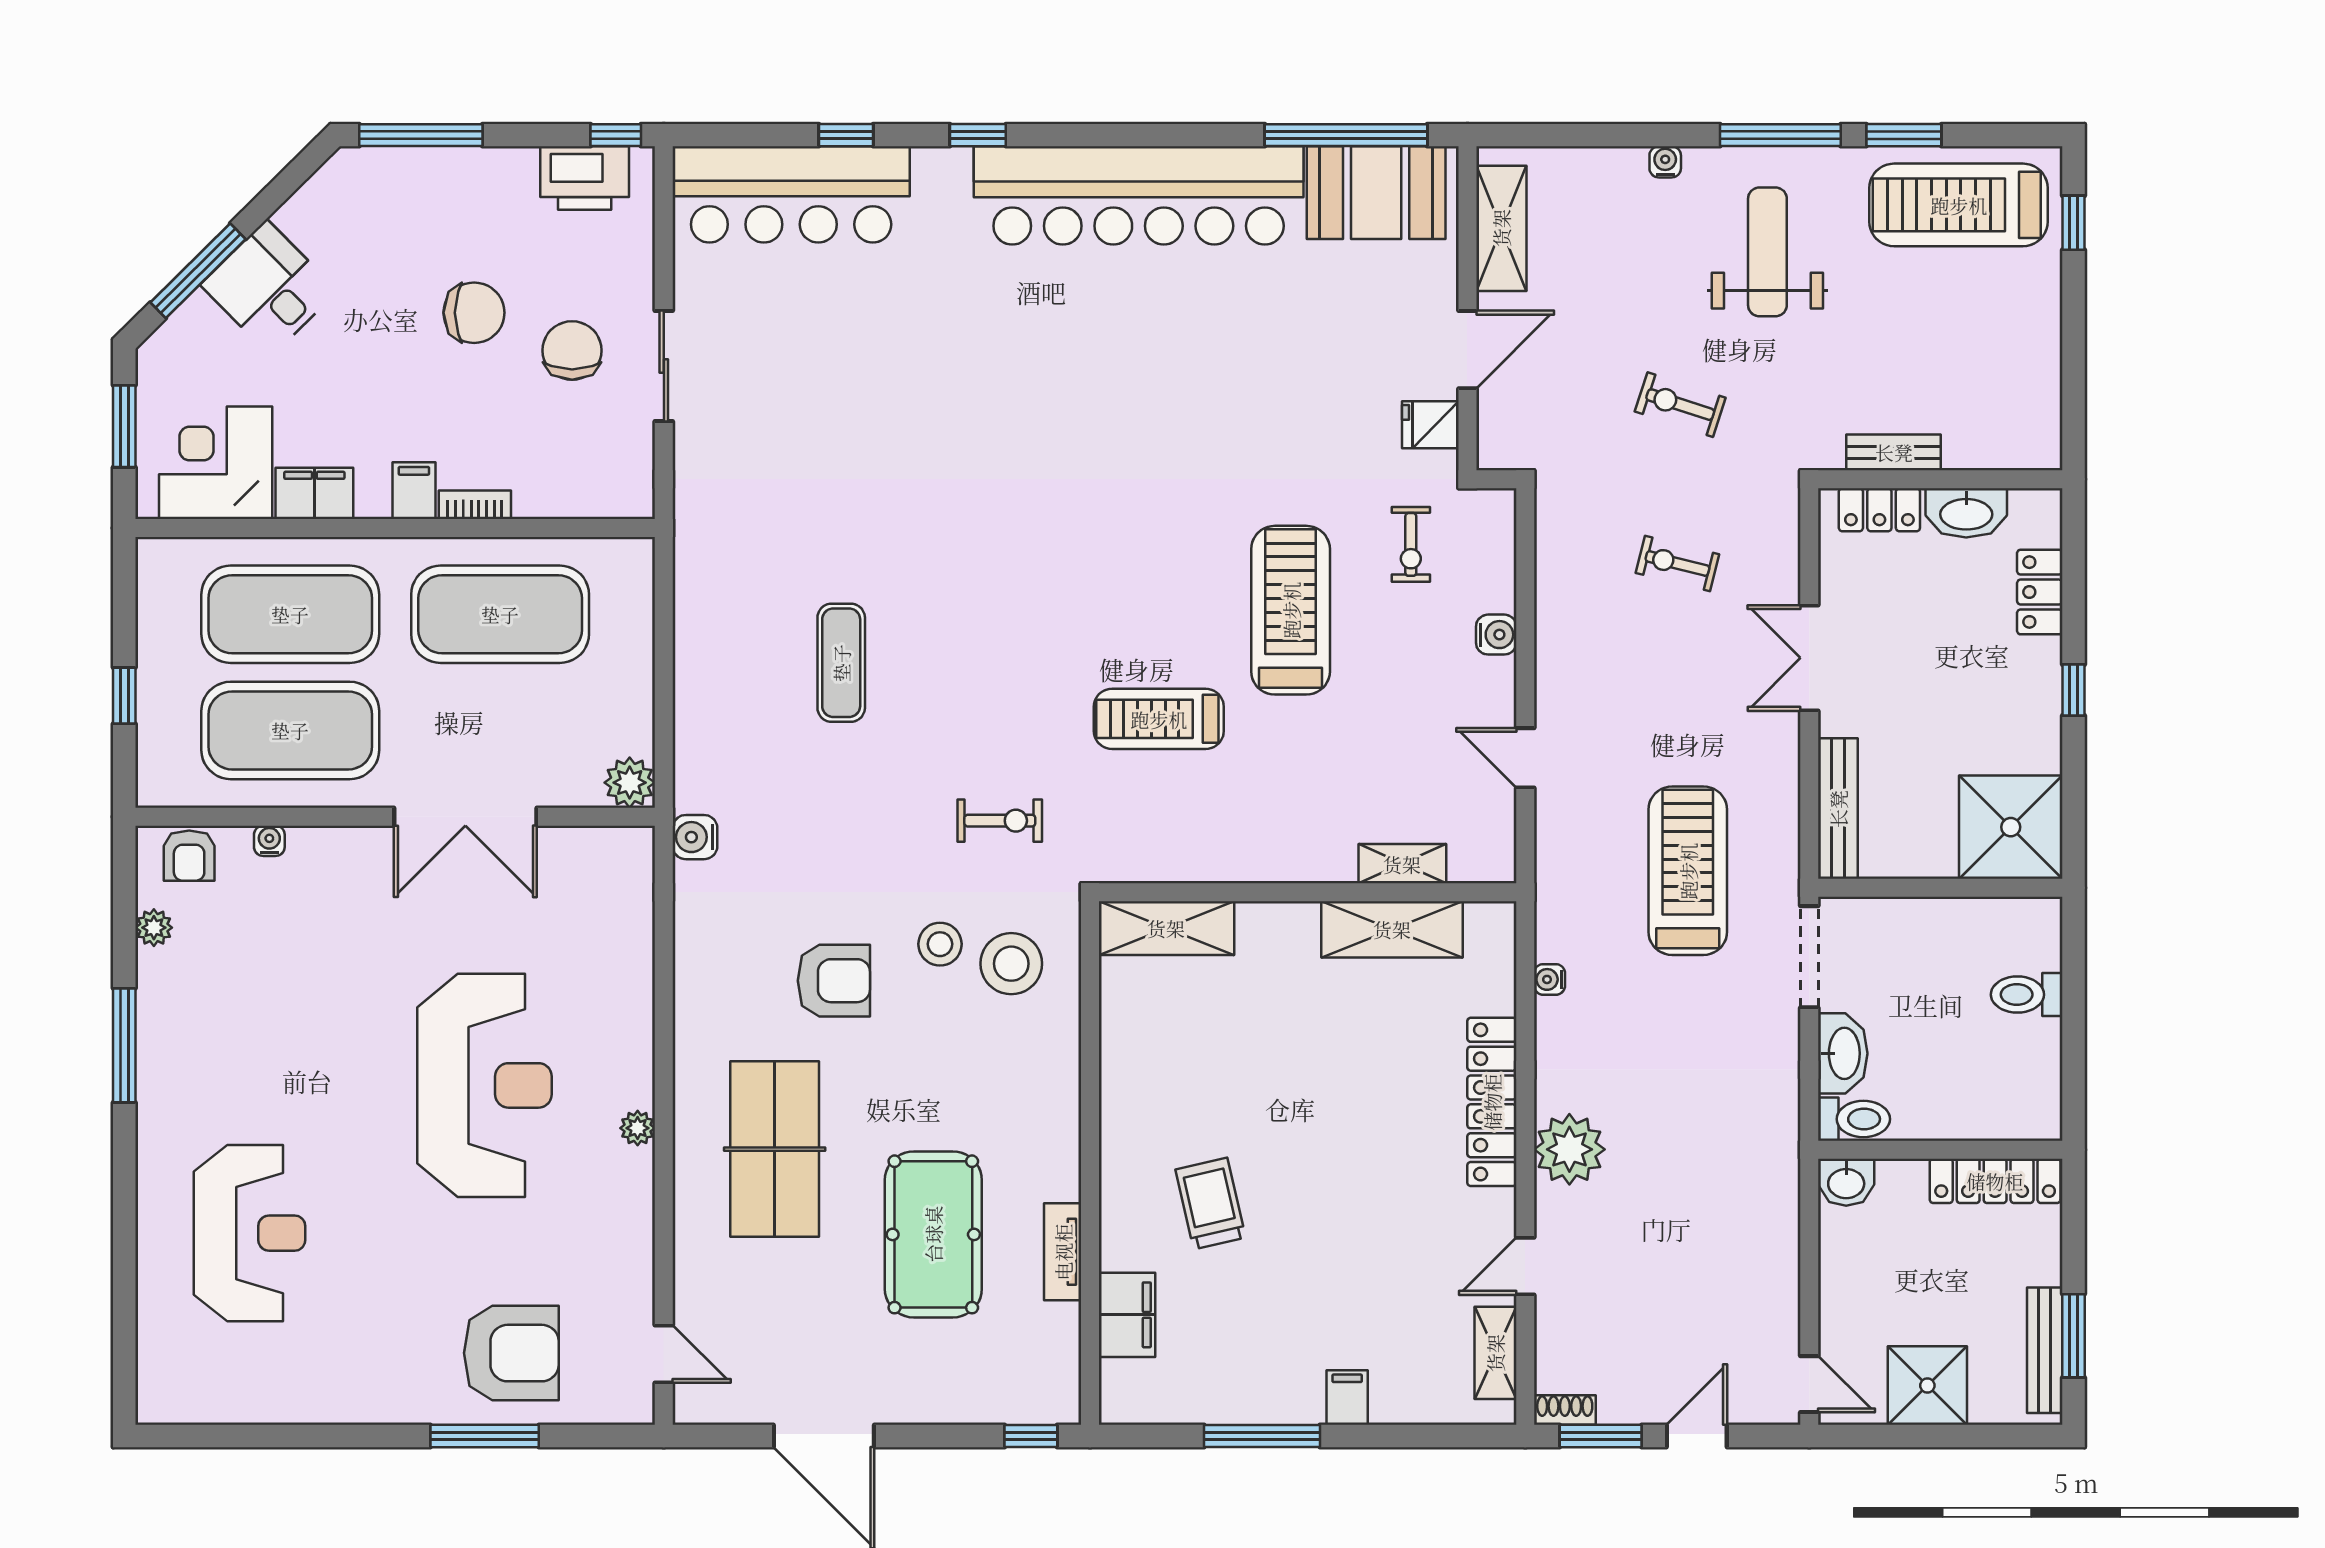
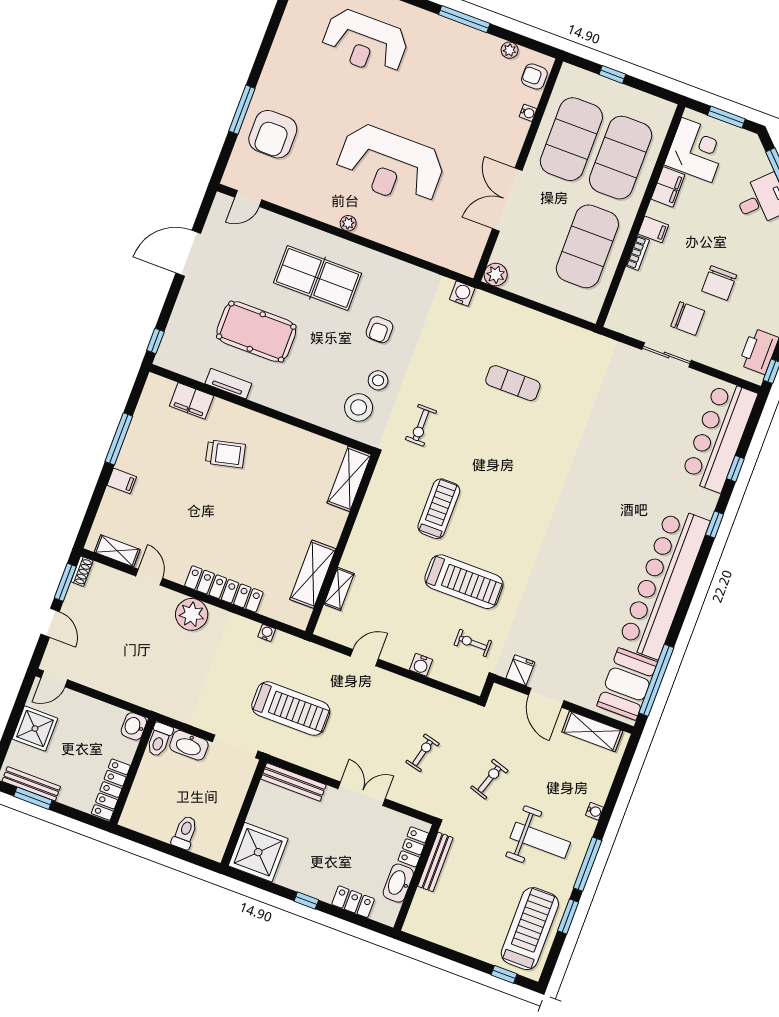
bench: (1894, 452) -> (435, 862), width x1.36
armchair: (834, 981) -> (379, 330), width x0.72, depth x0.72

